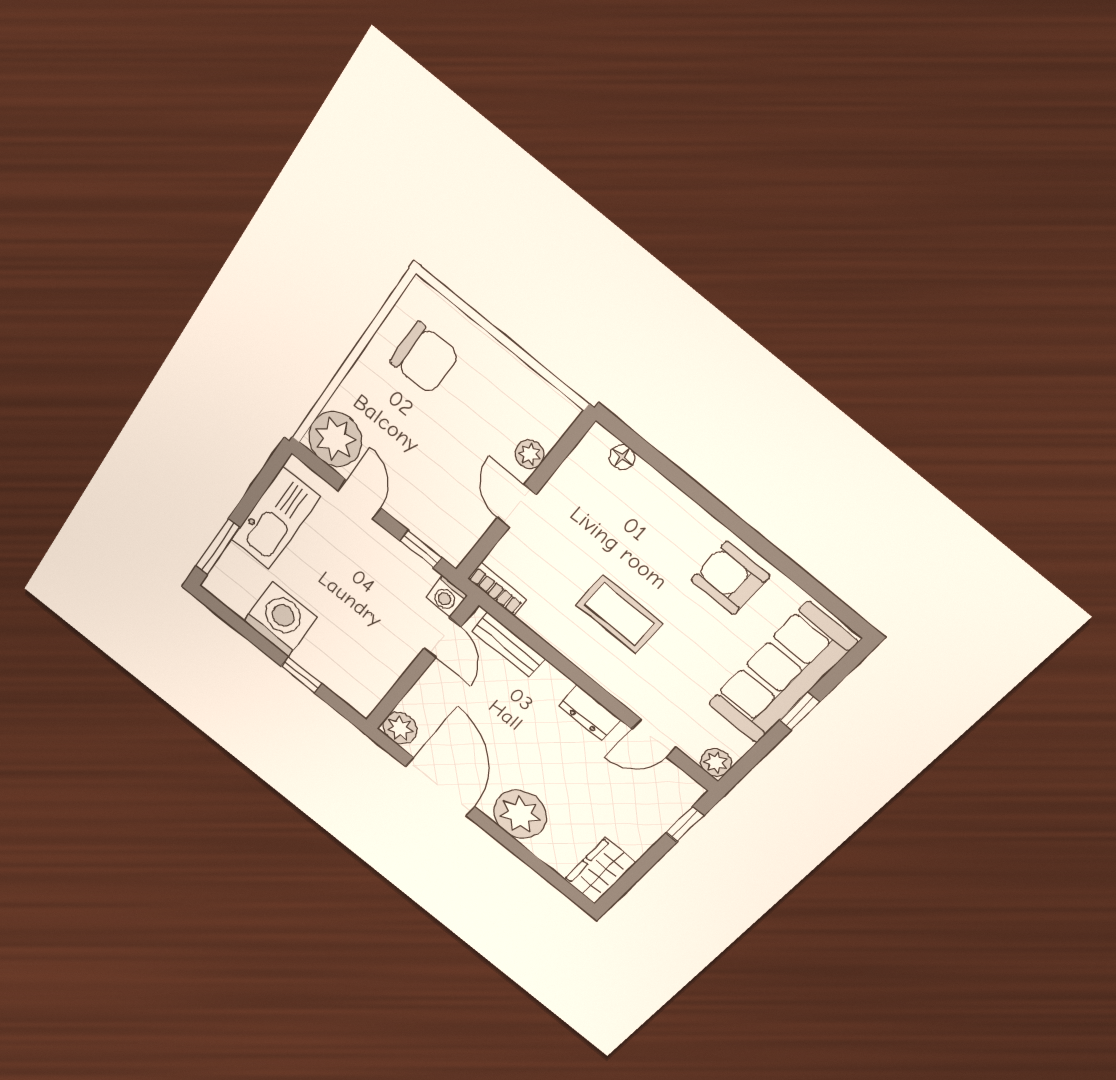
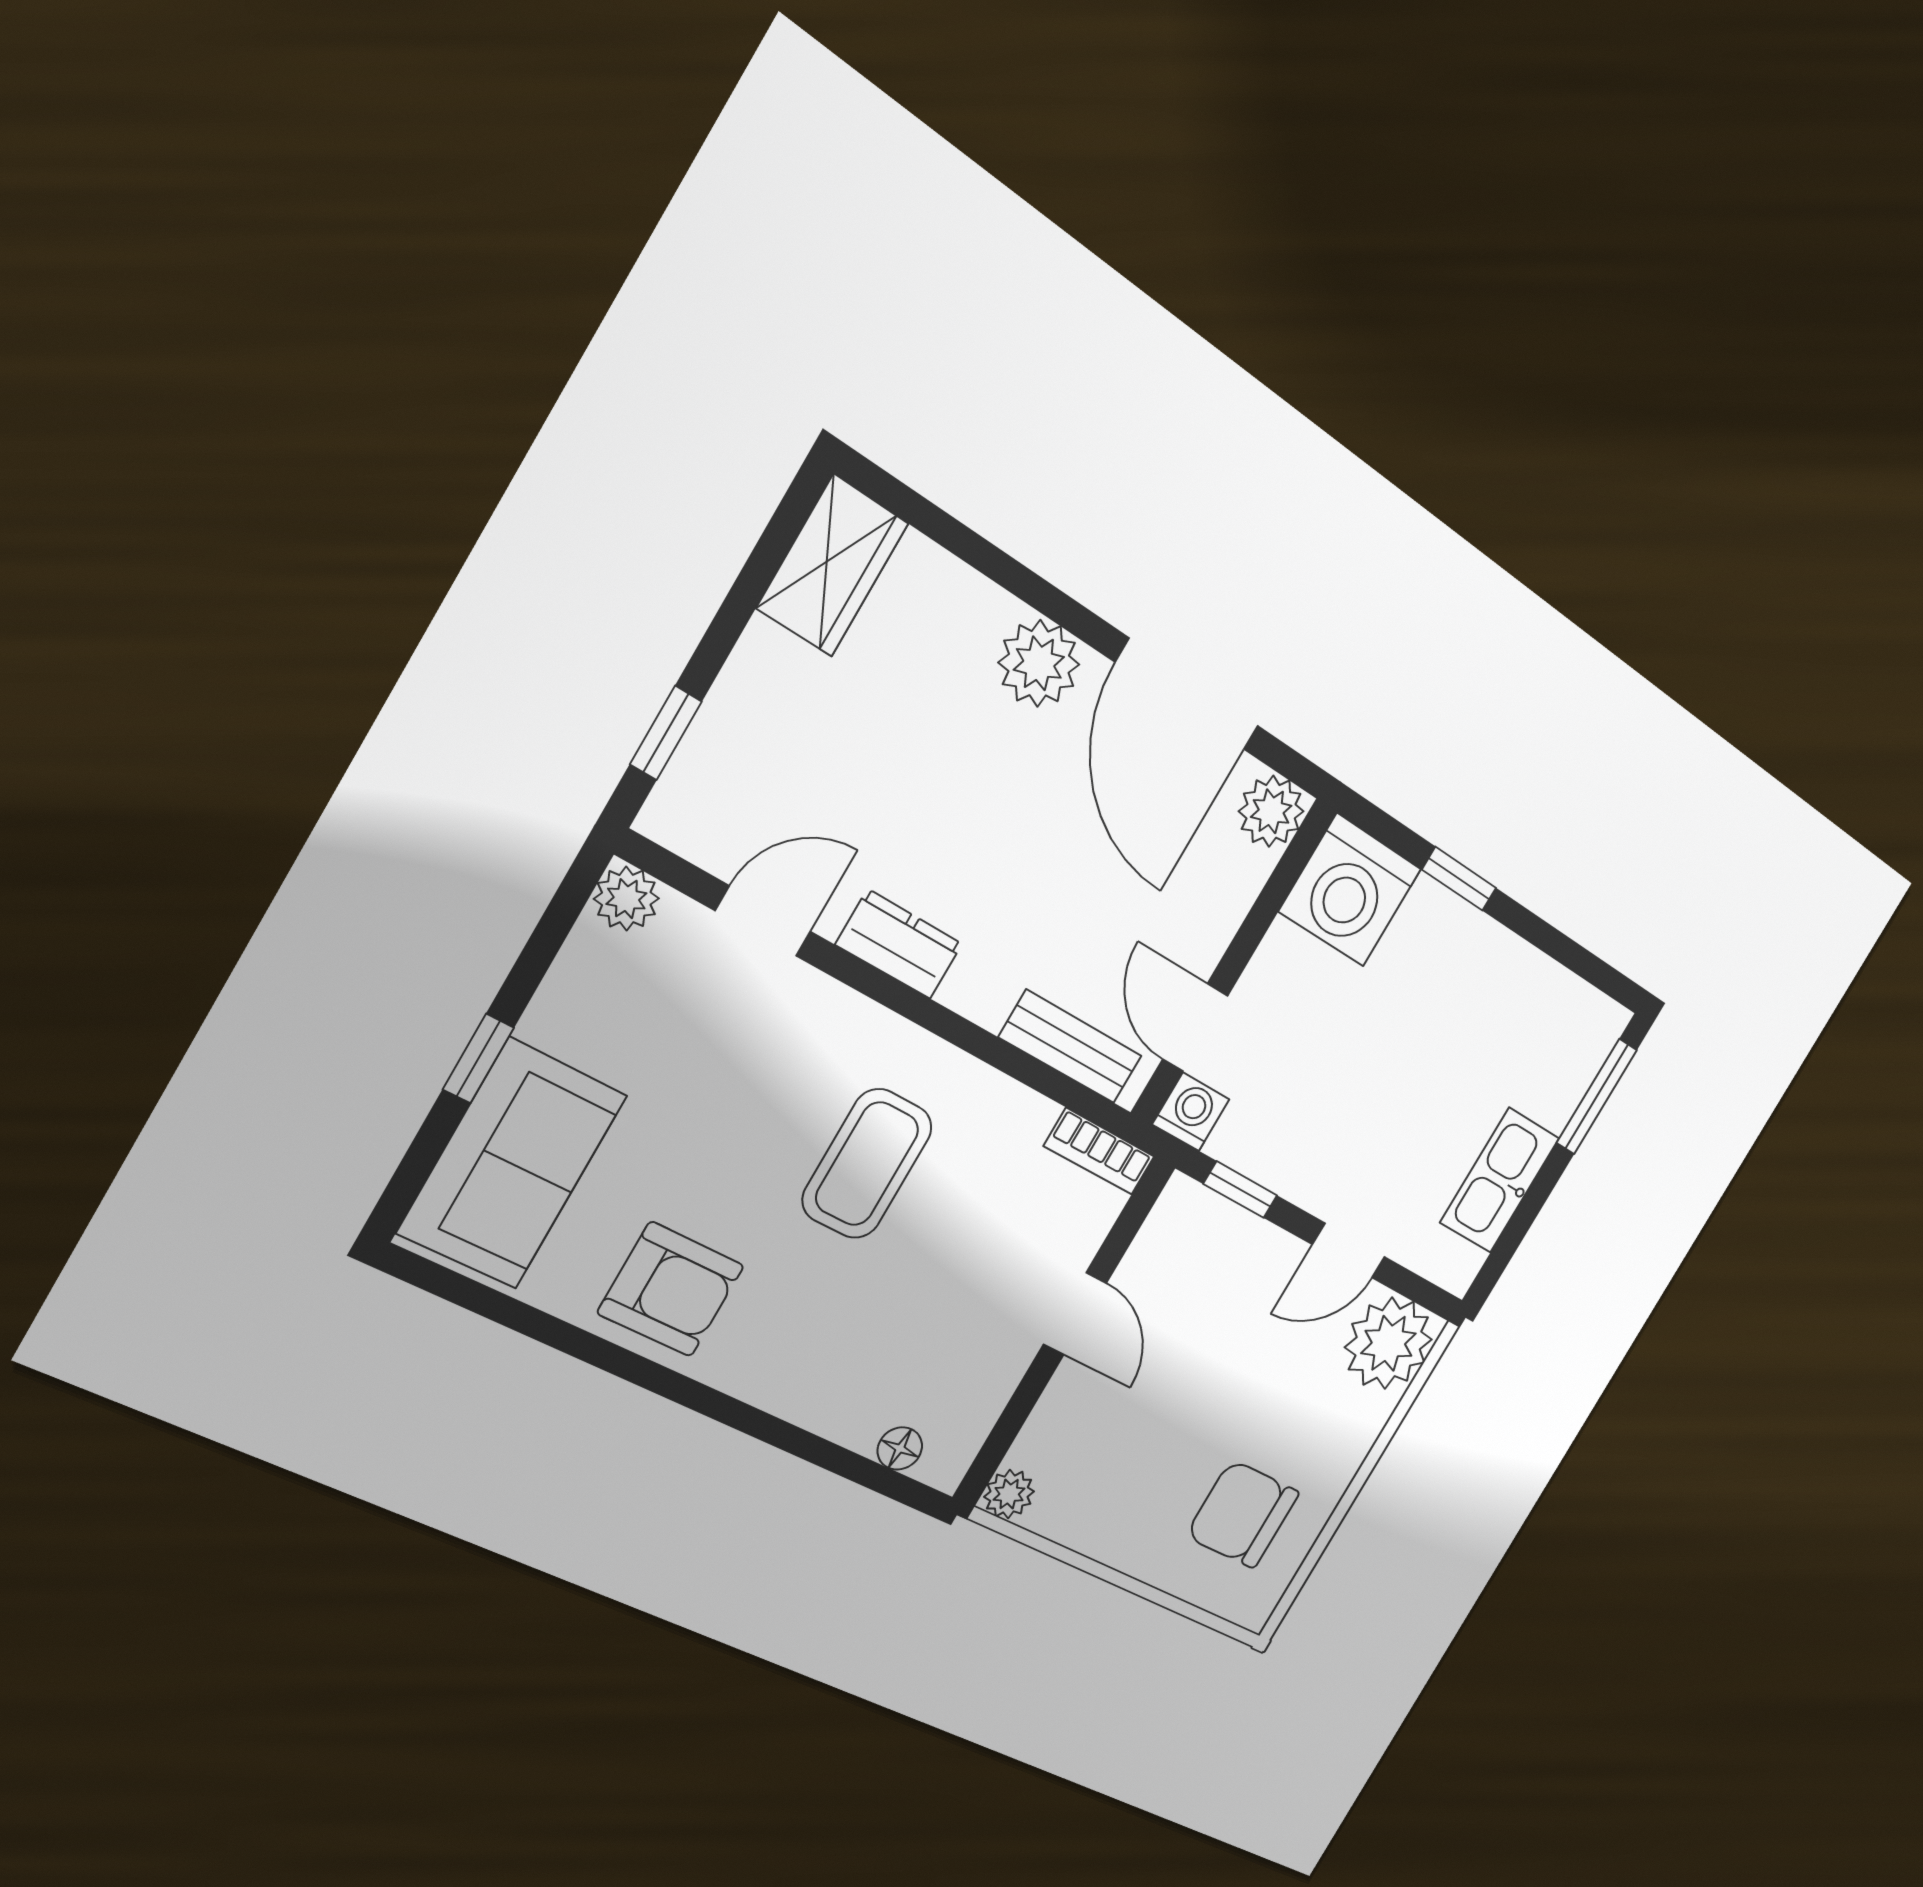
plant: (530, 454) -> (1009, 1494), moved
door: (359, 499) -> (1349, 1251), hinge flipped
kitchen sink: (276, 518) -> (1500, 1180), width x0.73, depth x0.81
coffee table: (619, 614) -> (867, 1164), turned 90
washing machine: (280, 619) -> (1350, 890), moved
sofa: (782, 673) -> (512, 1164), width x0.73
plant: (520, 814) -> (1039, 663), width x0.73, depth x0.73

